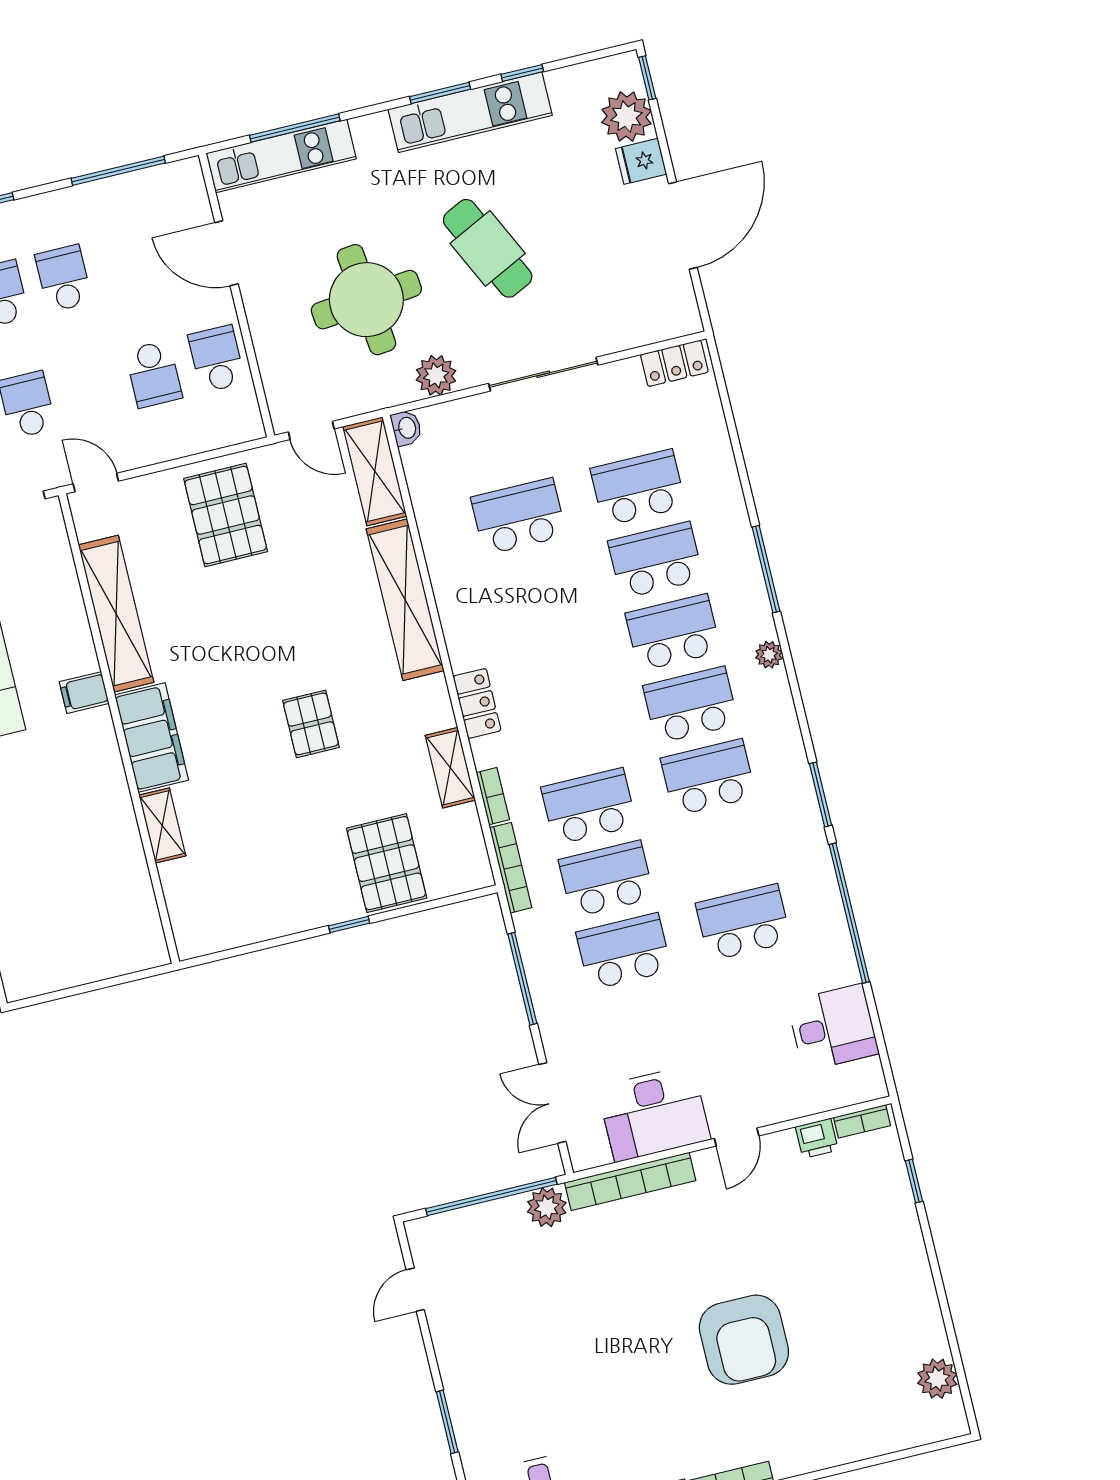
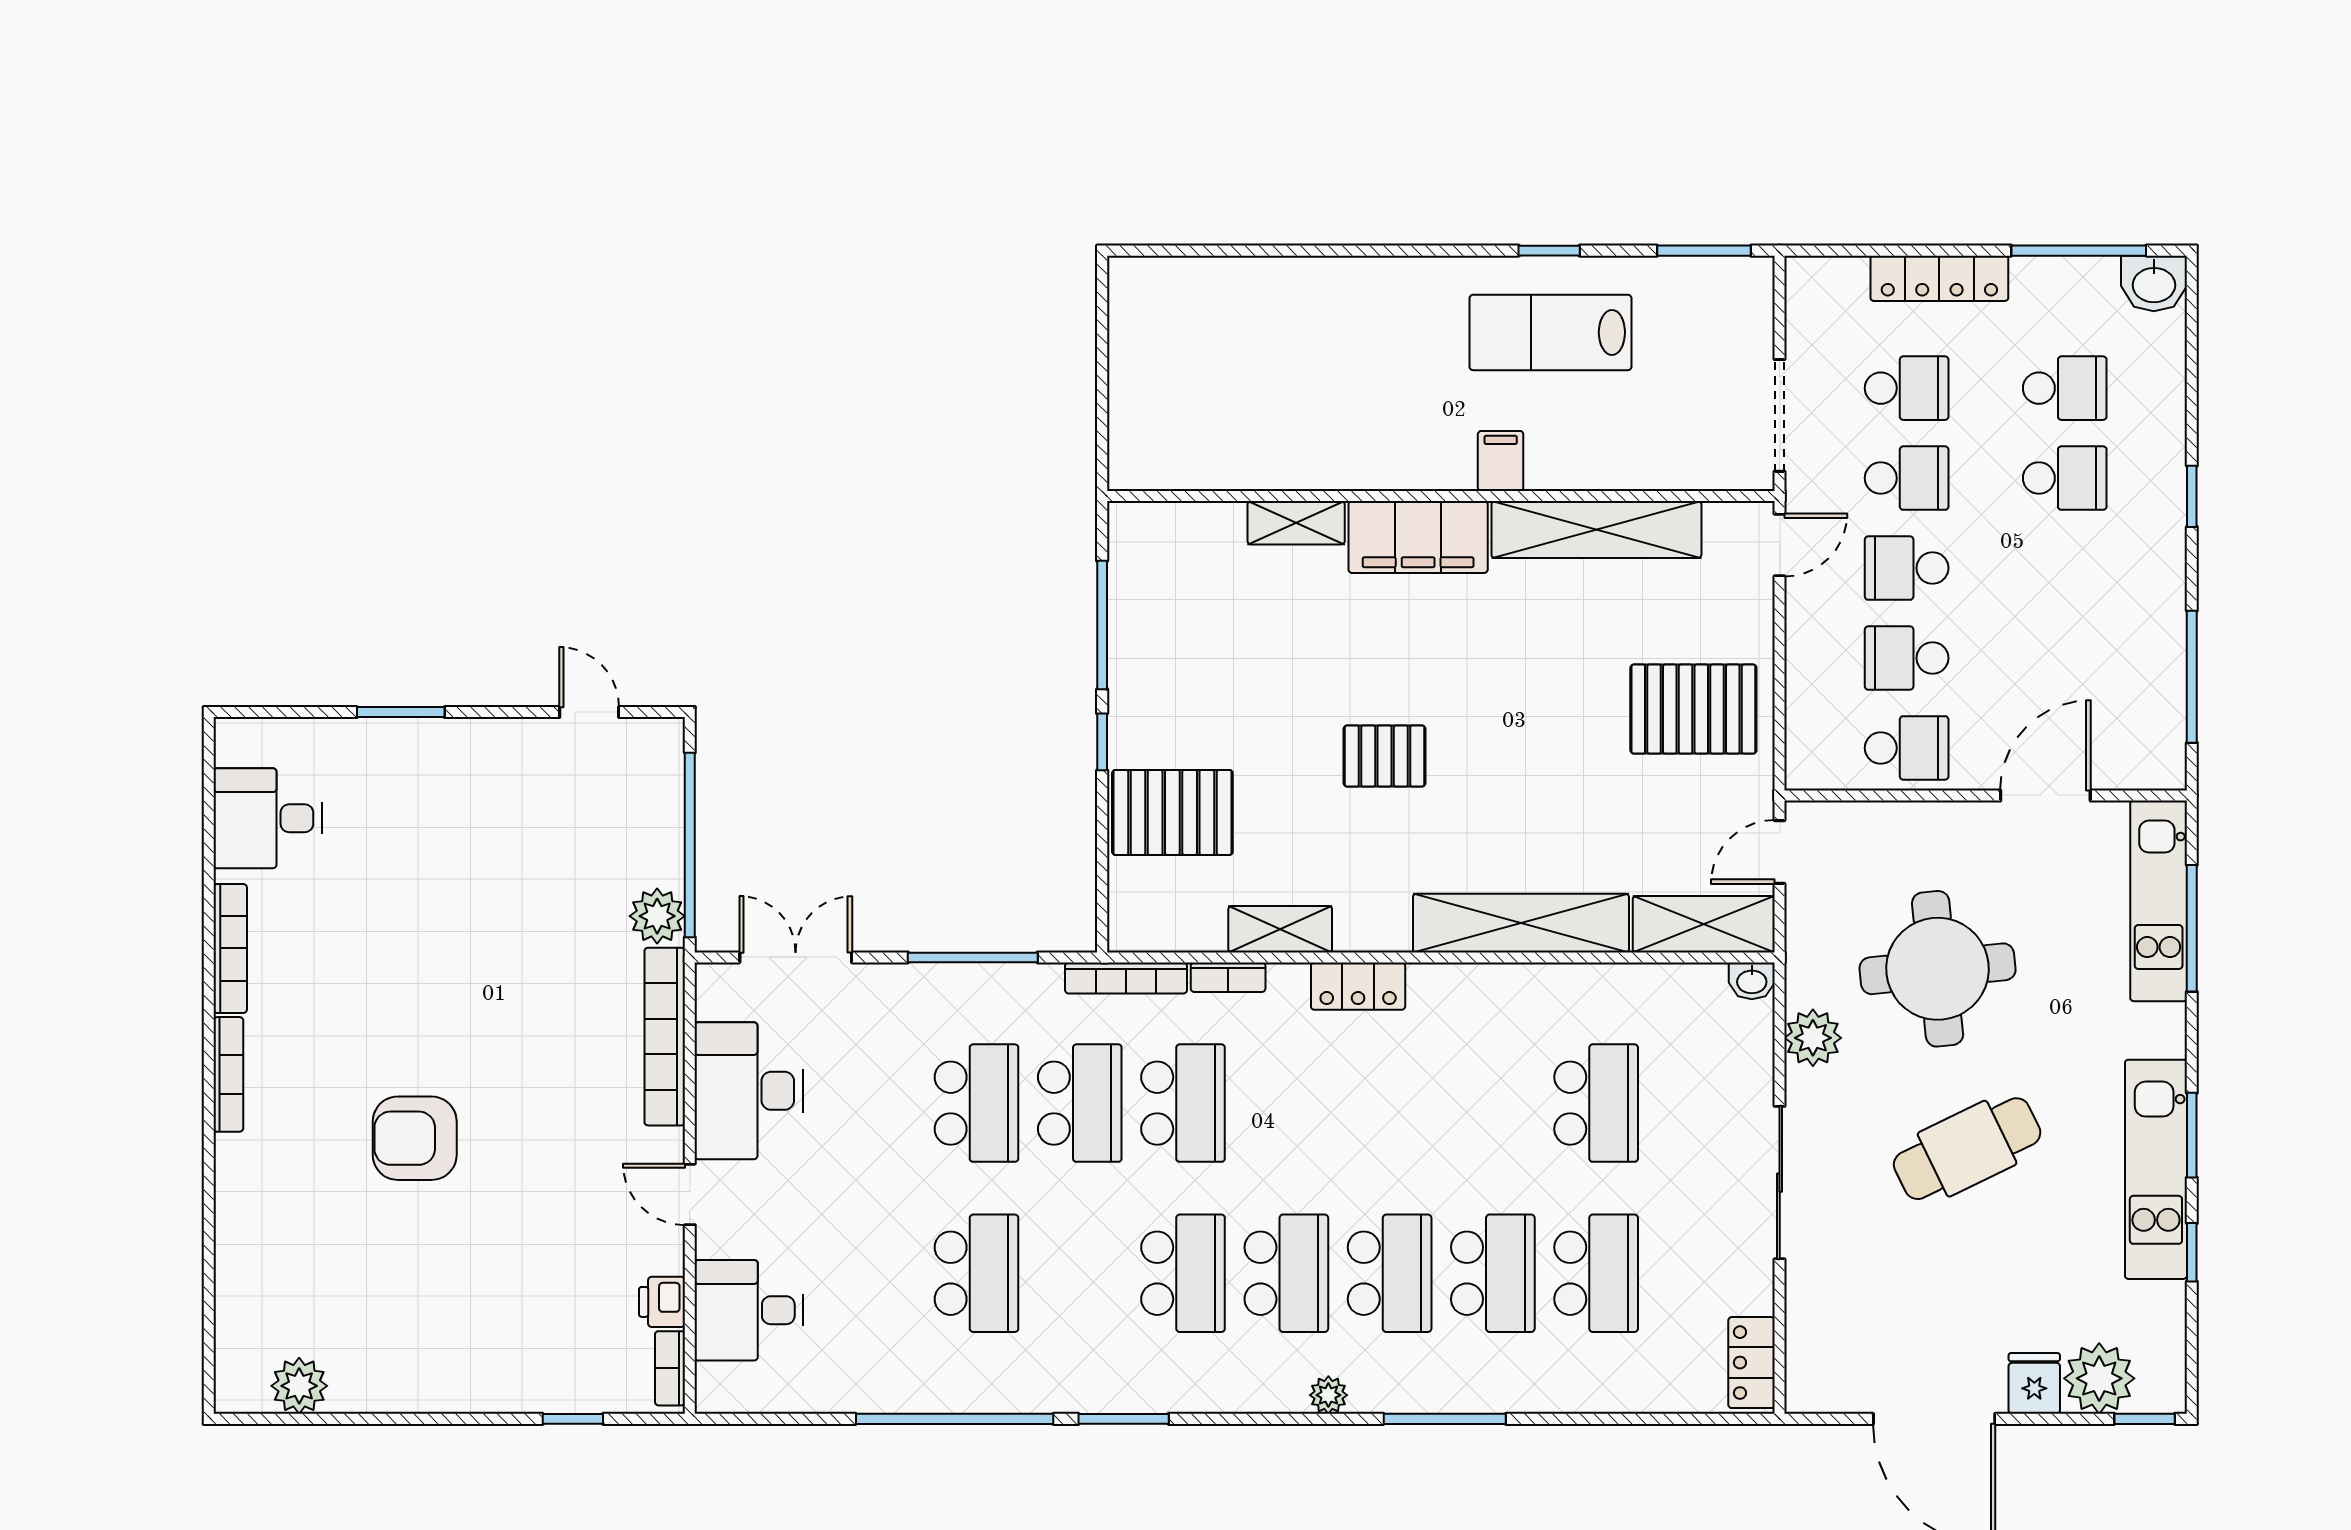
school desk: (64, 278) -> (1907, 568), moved, turned 180
window: (267, 944) -> (1102, 625), added
desk: (833, 1027) -> (749, 1310), moved, turned 90
armchair: (744, 1340) -> (415, 1138), width x0.73, depth x0.73

